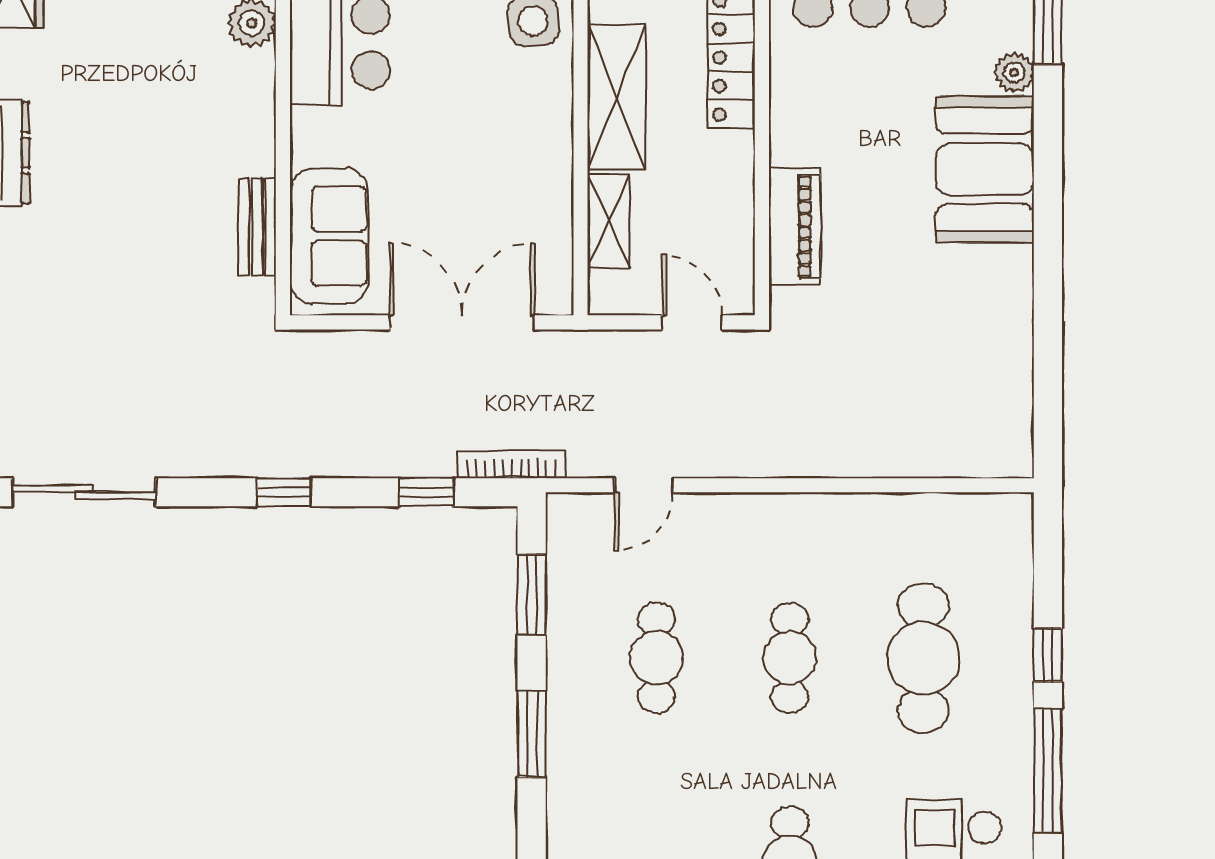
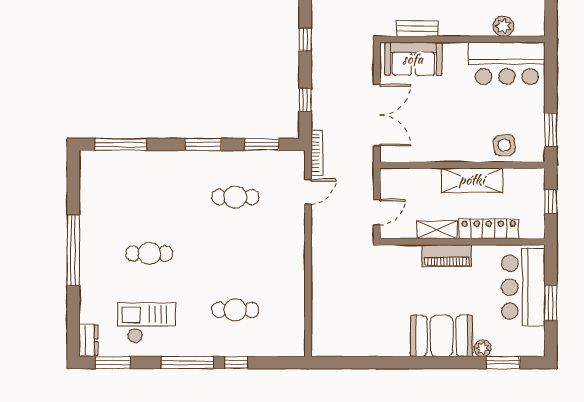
shelving: (609, 221) -> (437, 230), moved
piano: (795, 227) -> (447, 256), moved
bookcase: (511, 464) -> (317, 153), moved
door: (644, 485) -> (308, 192), swing flipped
cafe table: (790, 658) -> (235, 253), removed
cafe table: (923, 658) -> (235, 310), width x0.73, depth x0.74

